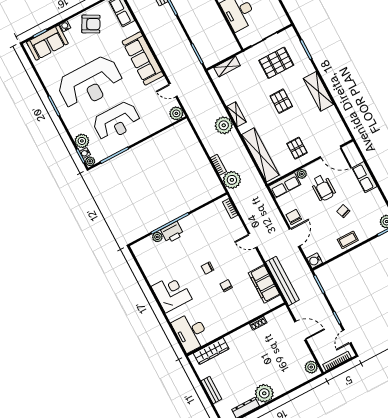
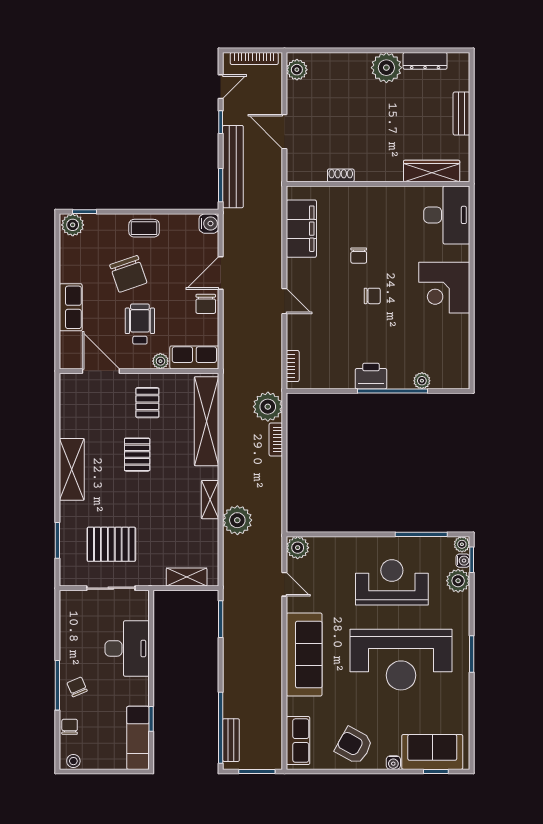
reception desk: (90, 83) -> (401, 660), turned 180
pallet: (281, 101) -> (137, 455), moved
plant: (224, 125) -> (237, 520), moved
chair: (343, 211) -> (128, 274), width x1.87, depth x1.87
printer: (172, 232) -> (371, 376), moved
bench: (282, 281) -> (233, 167), moved

